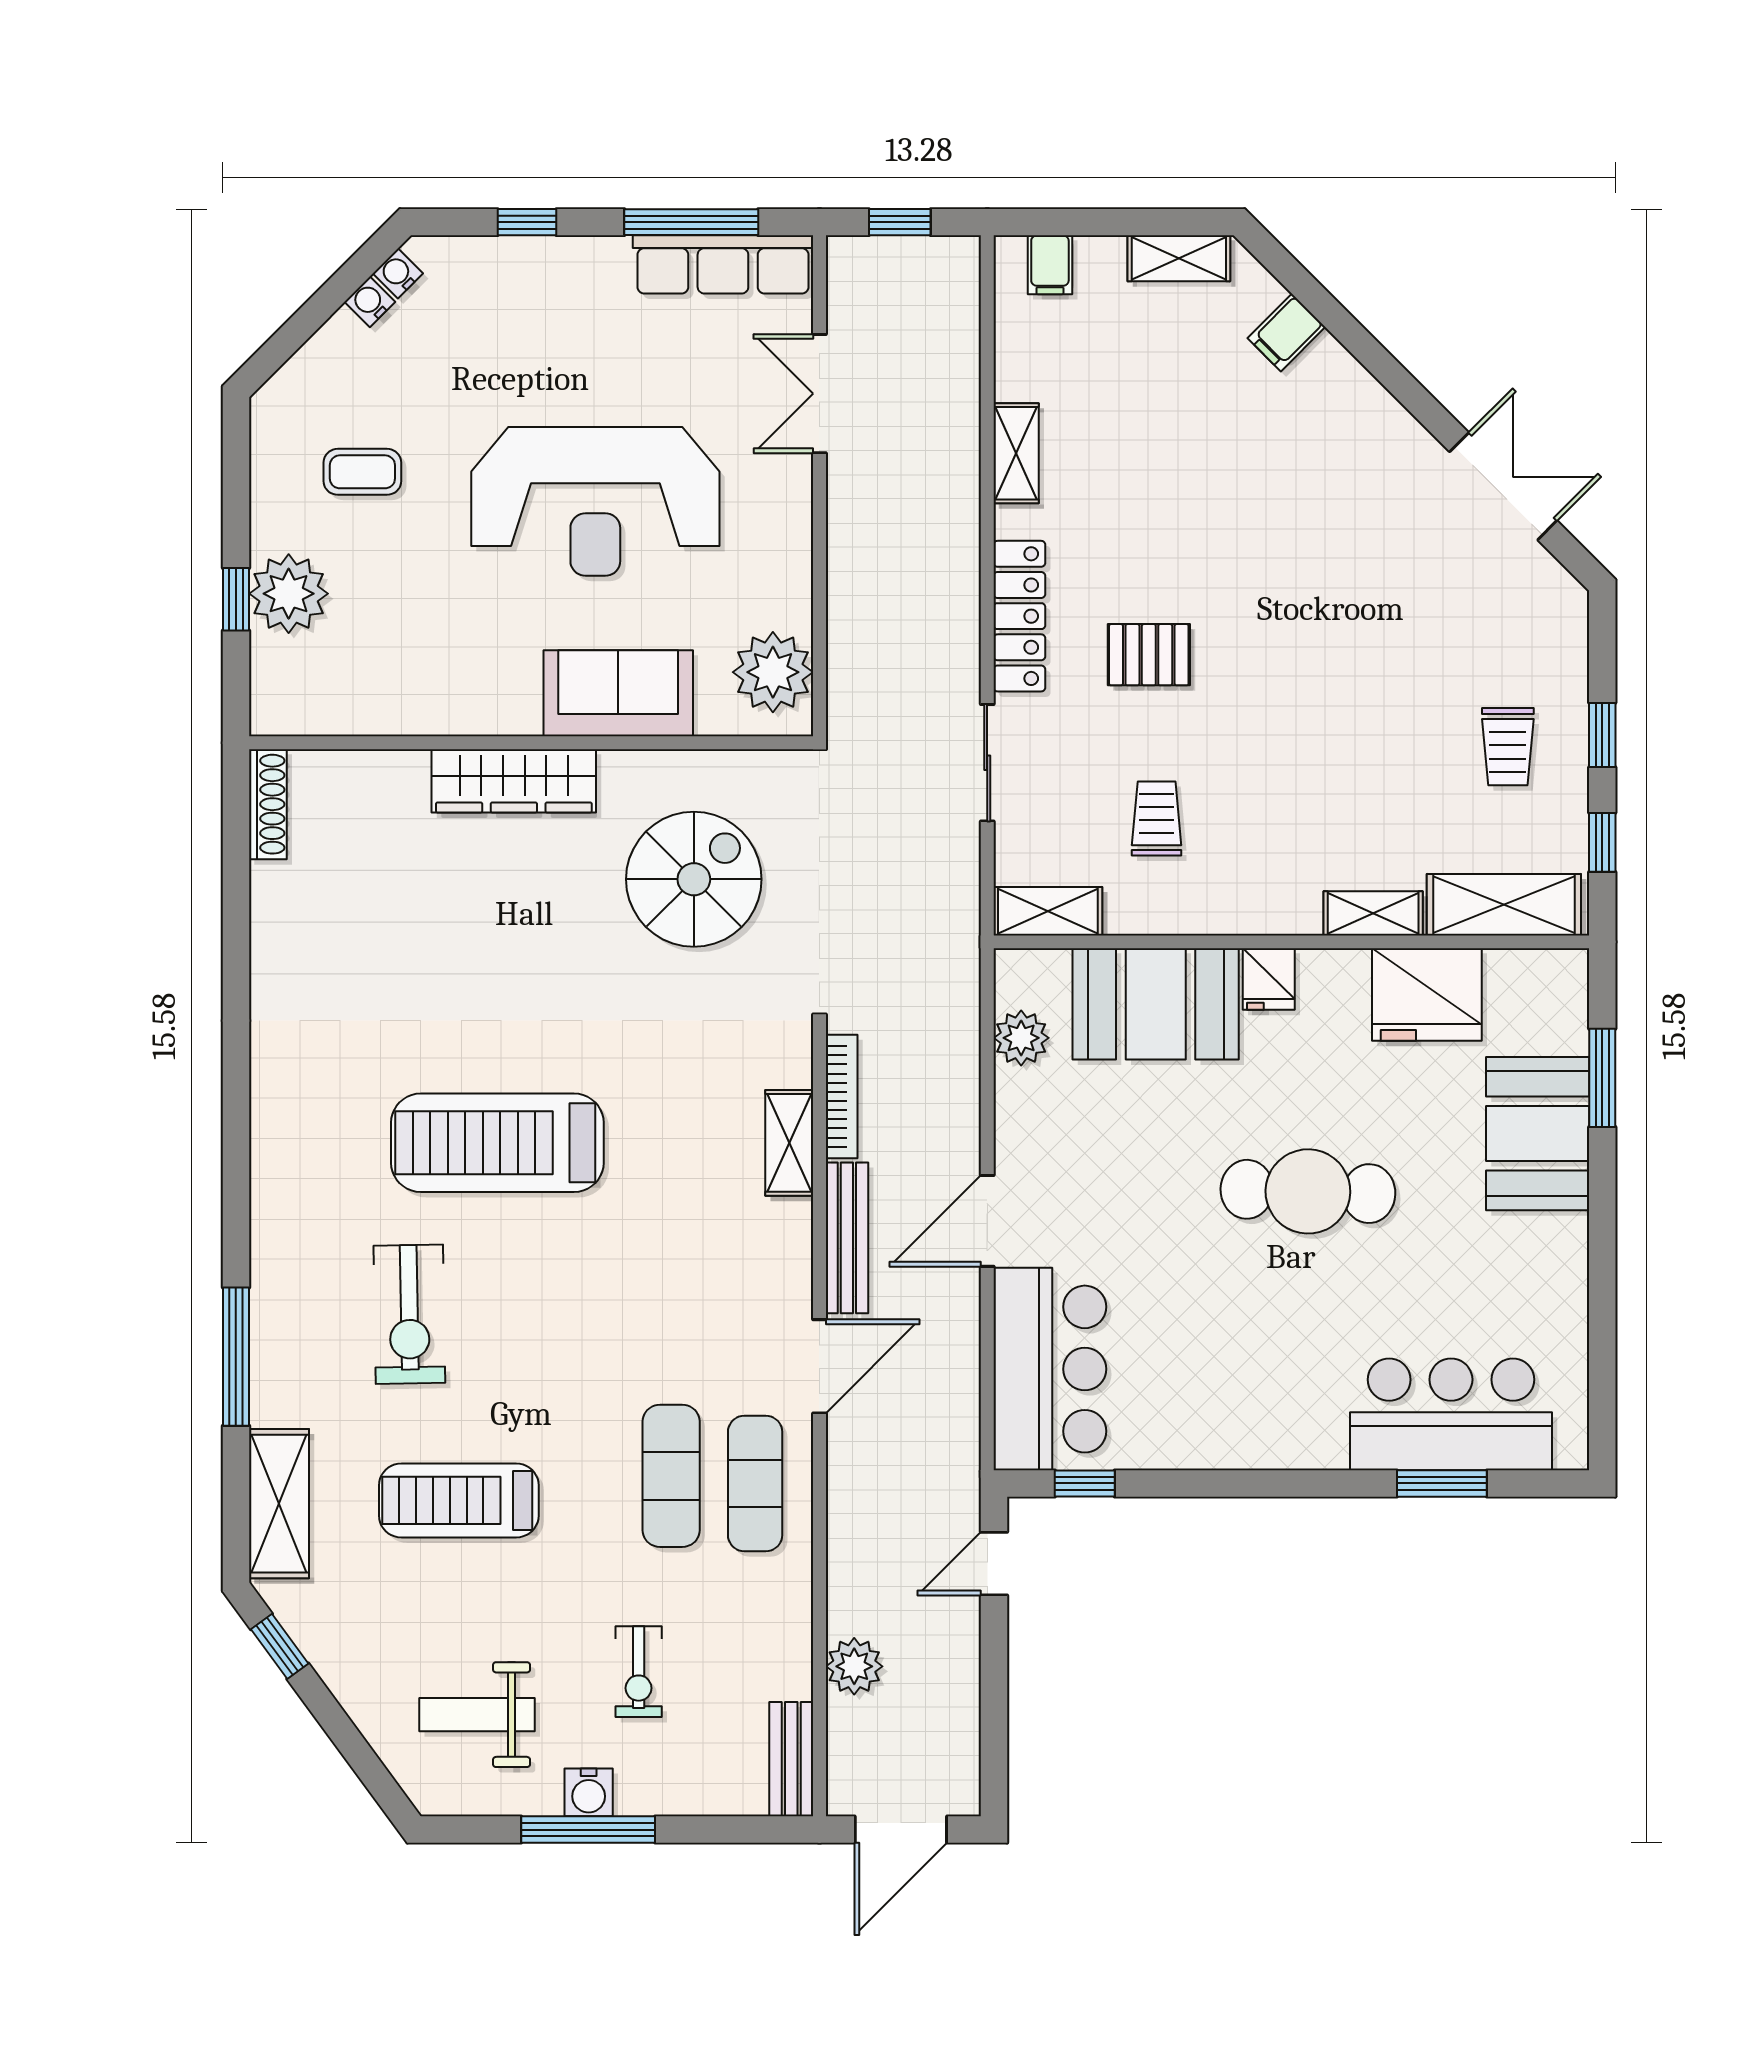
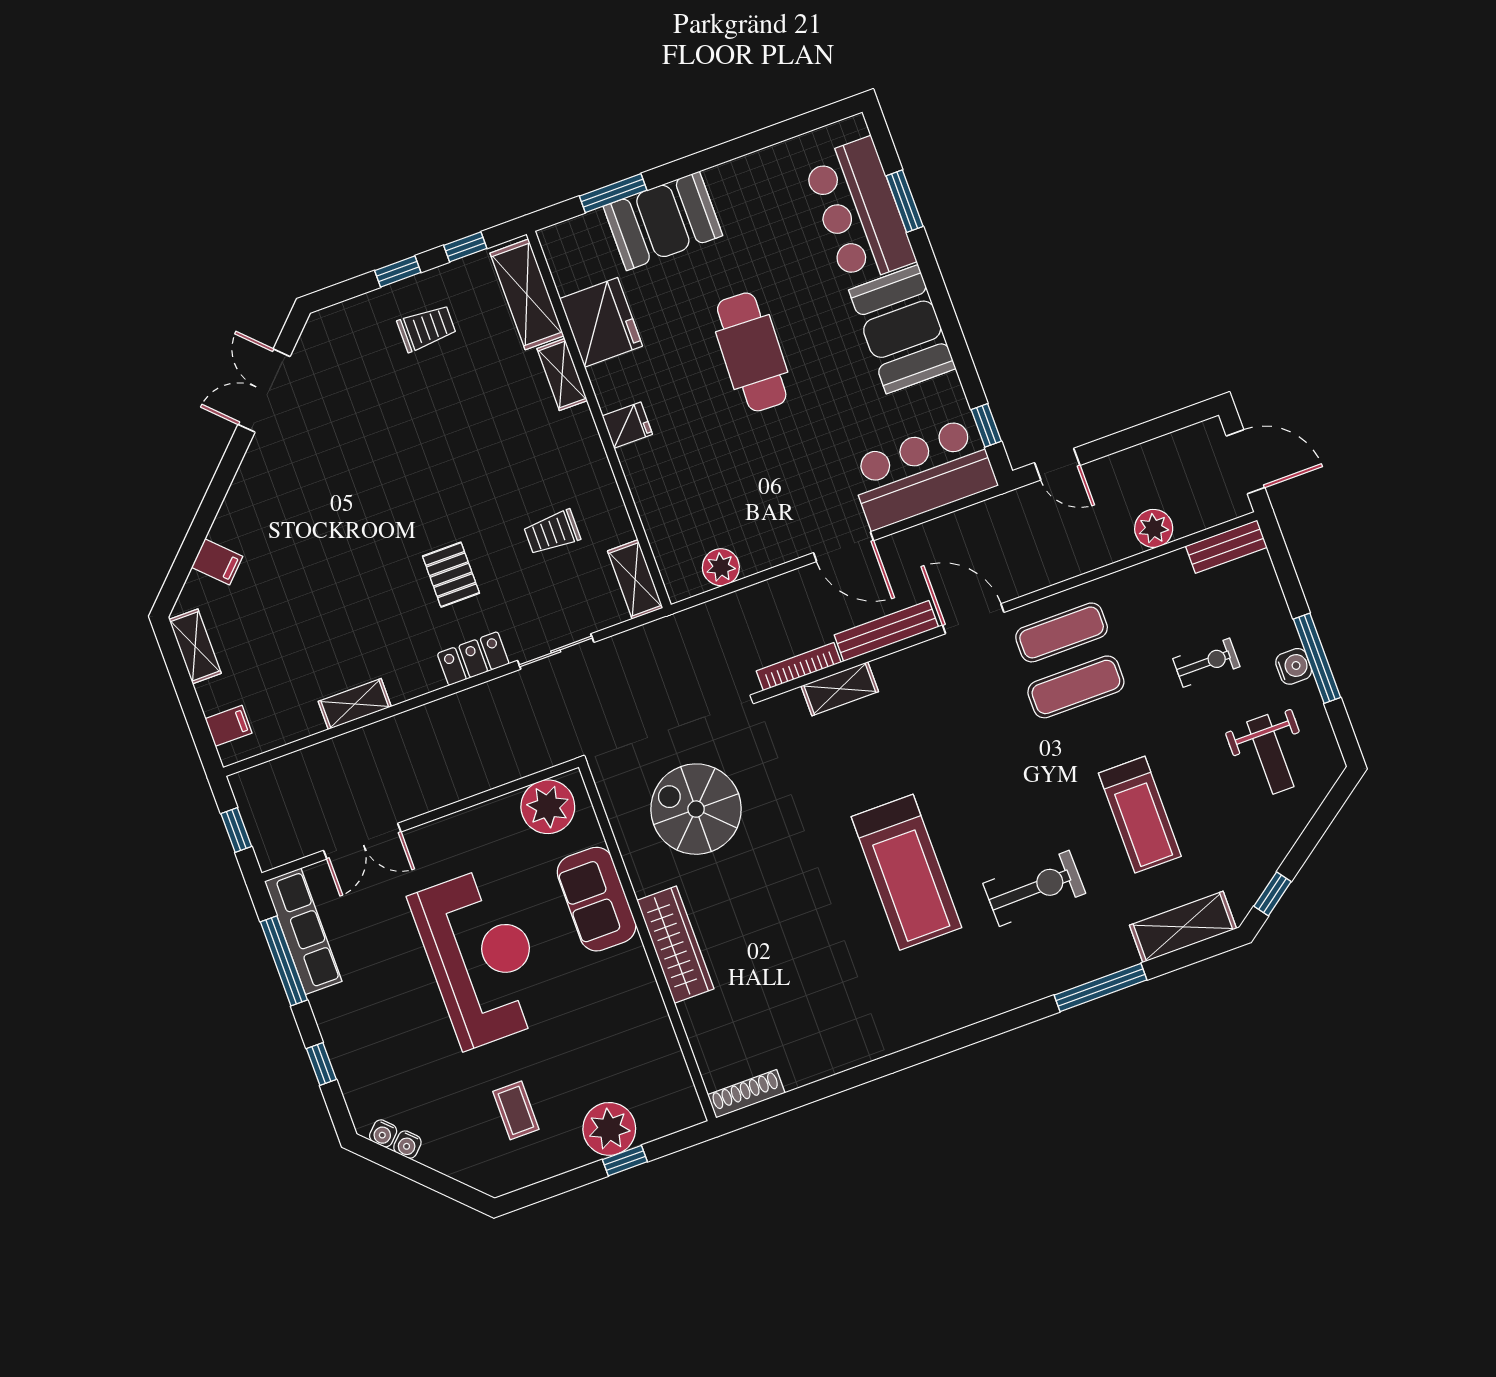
locker: (1019, 616) -> (473, 659), width x0.66
booth: (1156, 1004) -> (902, 329), moved

